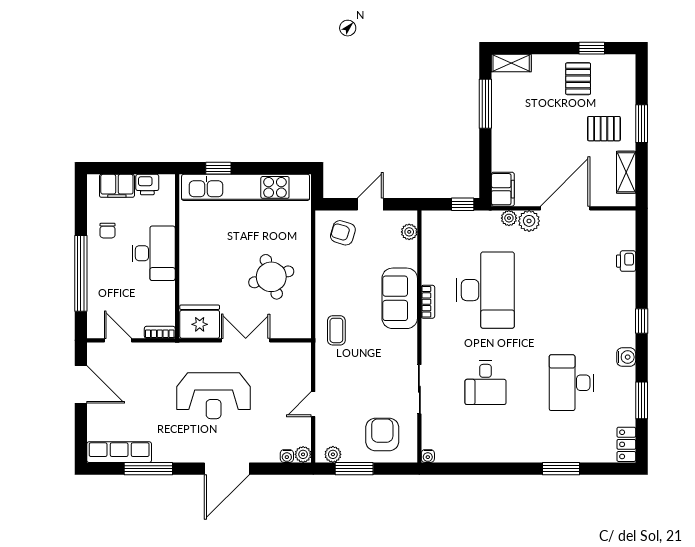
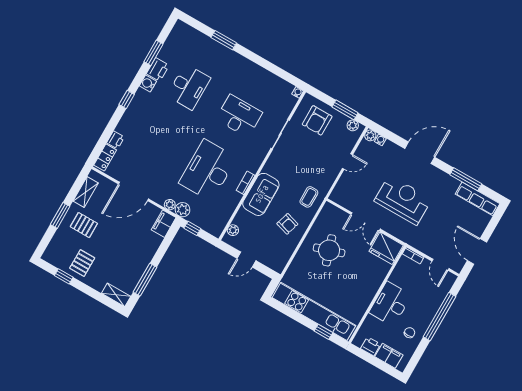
plant: (529, 221) -> (183, 210), moved
armchair: (343, 233) -> (287, 224), moved
printer: (624, 382) -> (158, 70), added
desk: (486, 383) -> (239, 116), width x1.37
locker: (626, 444) -> (105, 157), moved

